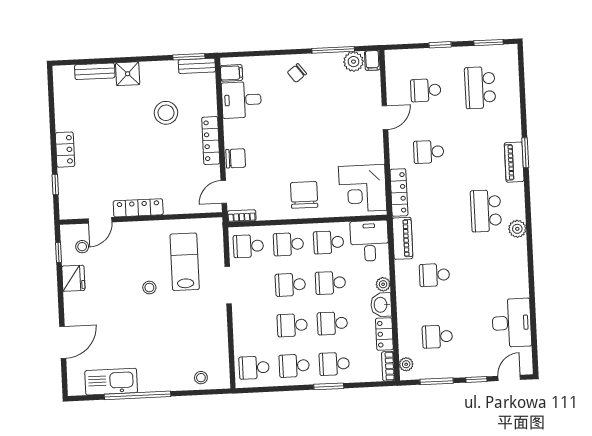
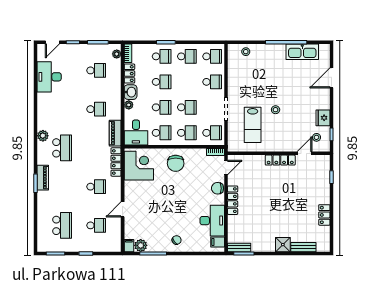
desk: (241, 100) -> (212, 221), width x1.37
stool: (166, 113) -> (260, 219), removed
locker: (65, 150) -> (324, 215), moved
school desk: (292, 325) -> (212, 82), moved

